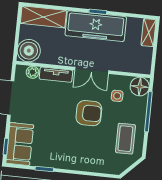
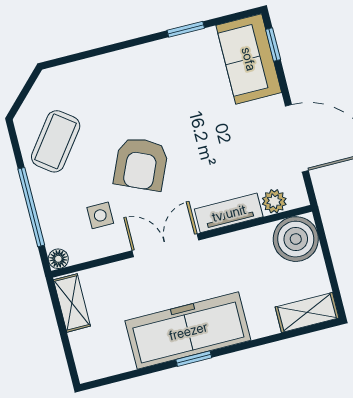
shelving: (43, 17) -> (307, 312), width x0.67, depth x0.75
shelving: (149, 33) -> (72, 303), moved
floor lamp: (140, 87) -> (58, 259), width x0.53, depth x0.53
armchair: (89, 113) -> (141, 164), turned -66
coffee table: (125, 139) -> (56, 141), turned 37

